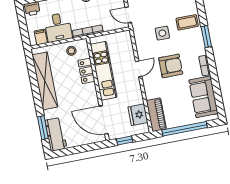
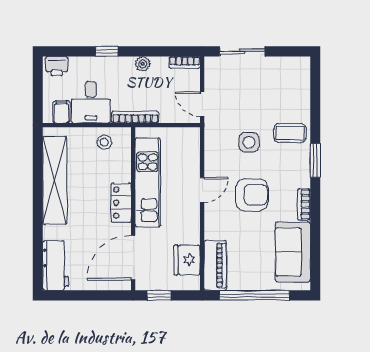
locker: (86, 71) -> (121, 203), moved
door: (104, 120) -> (133, 258), hinge flipped
window: (43, 128) -> (38, 251), removed

